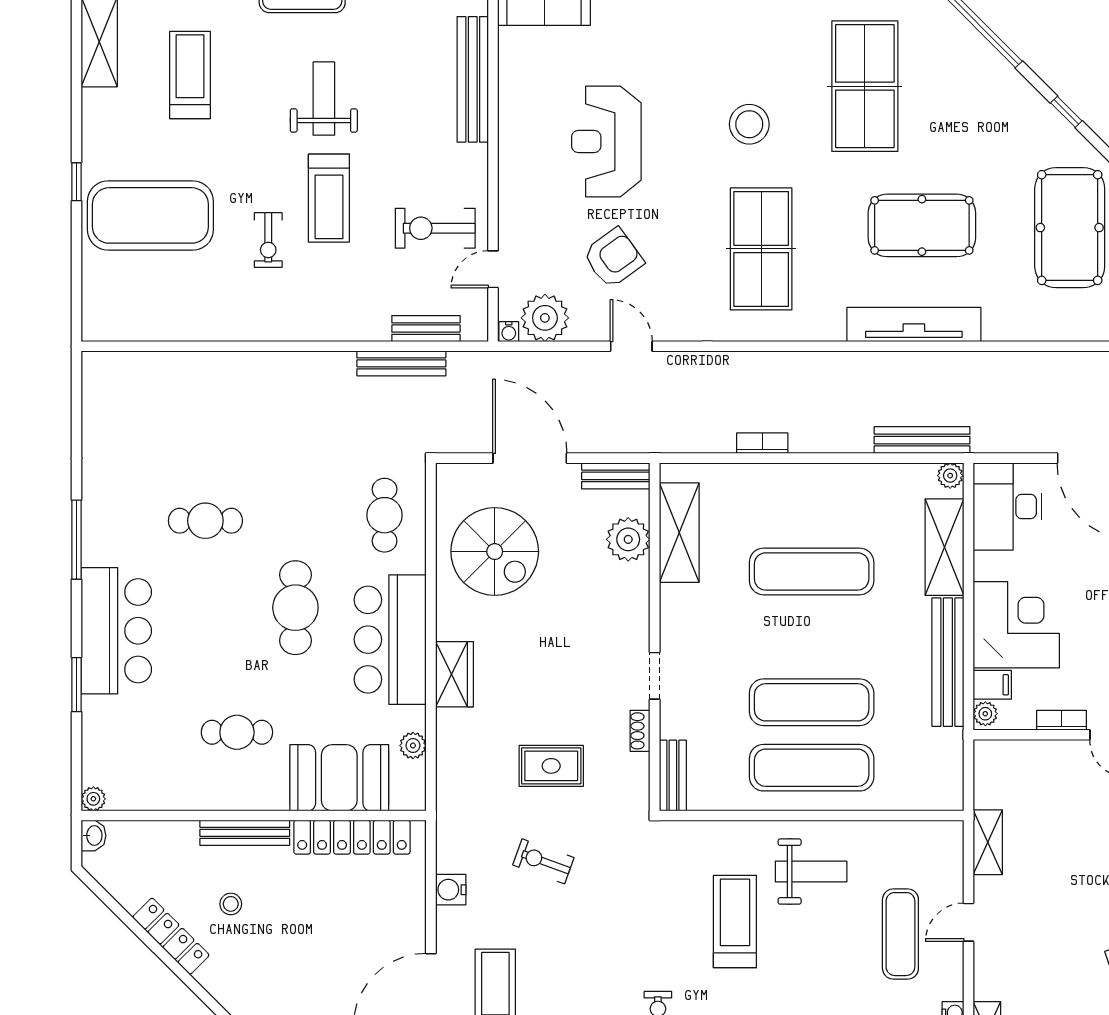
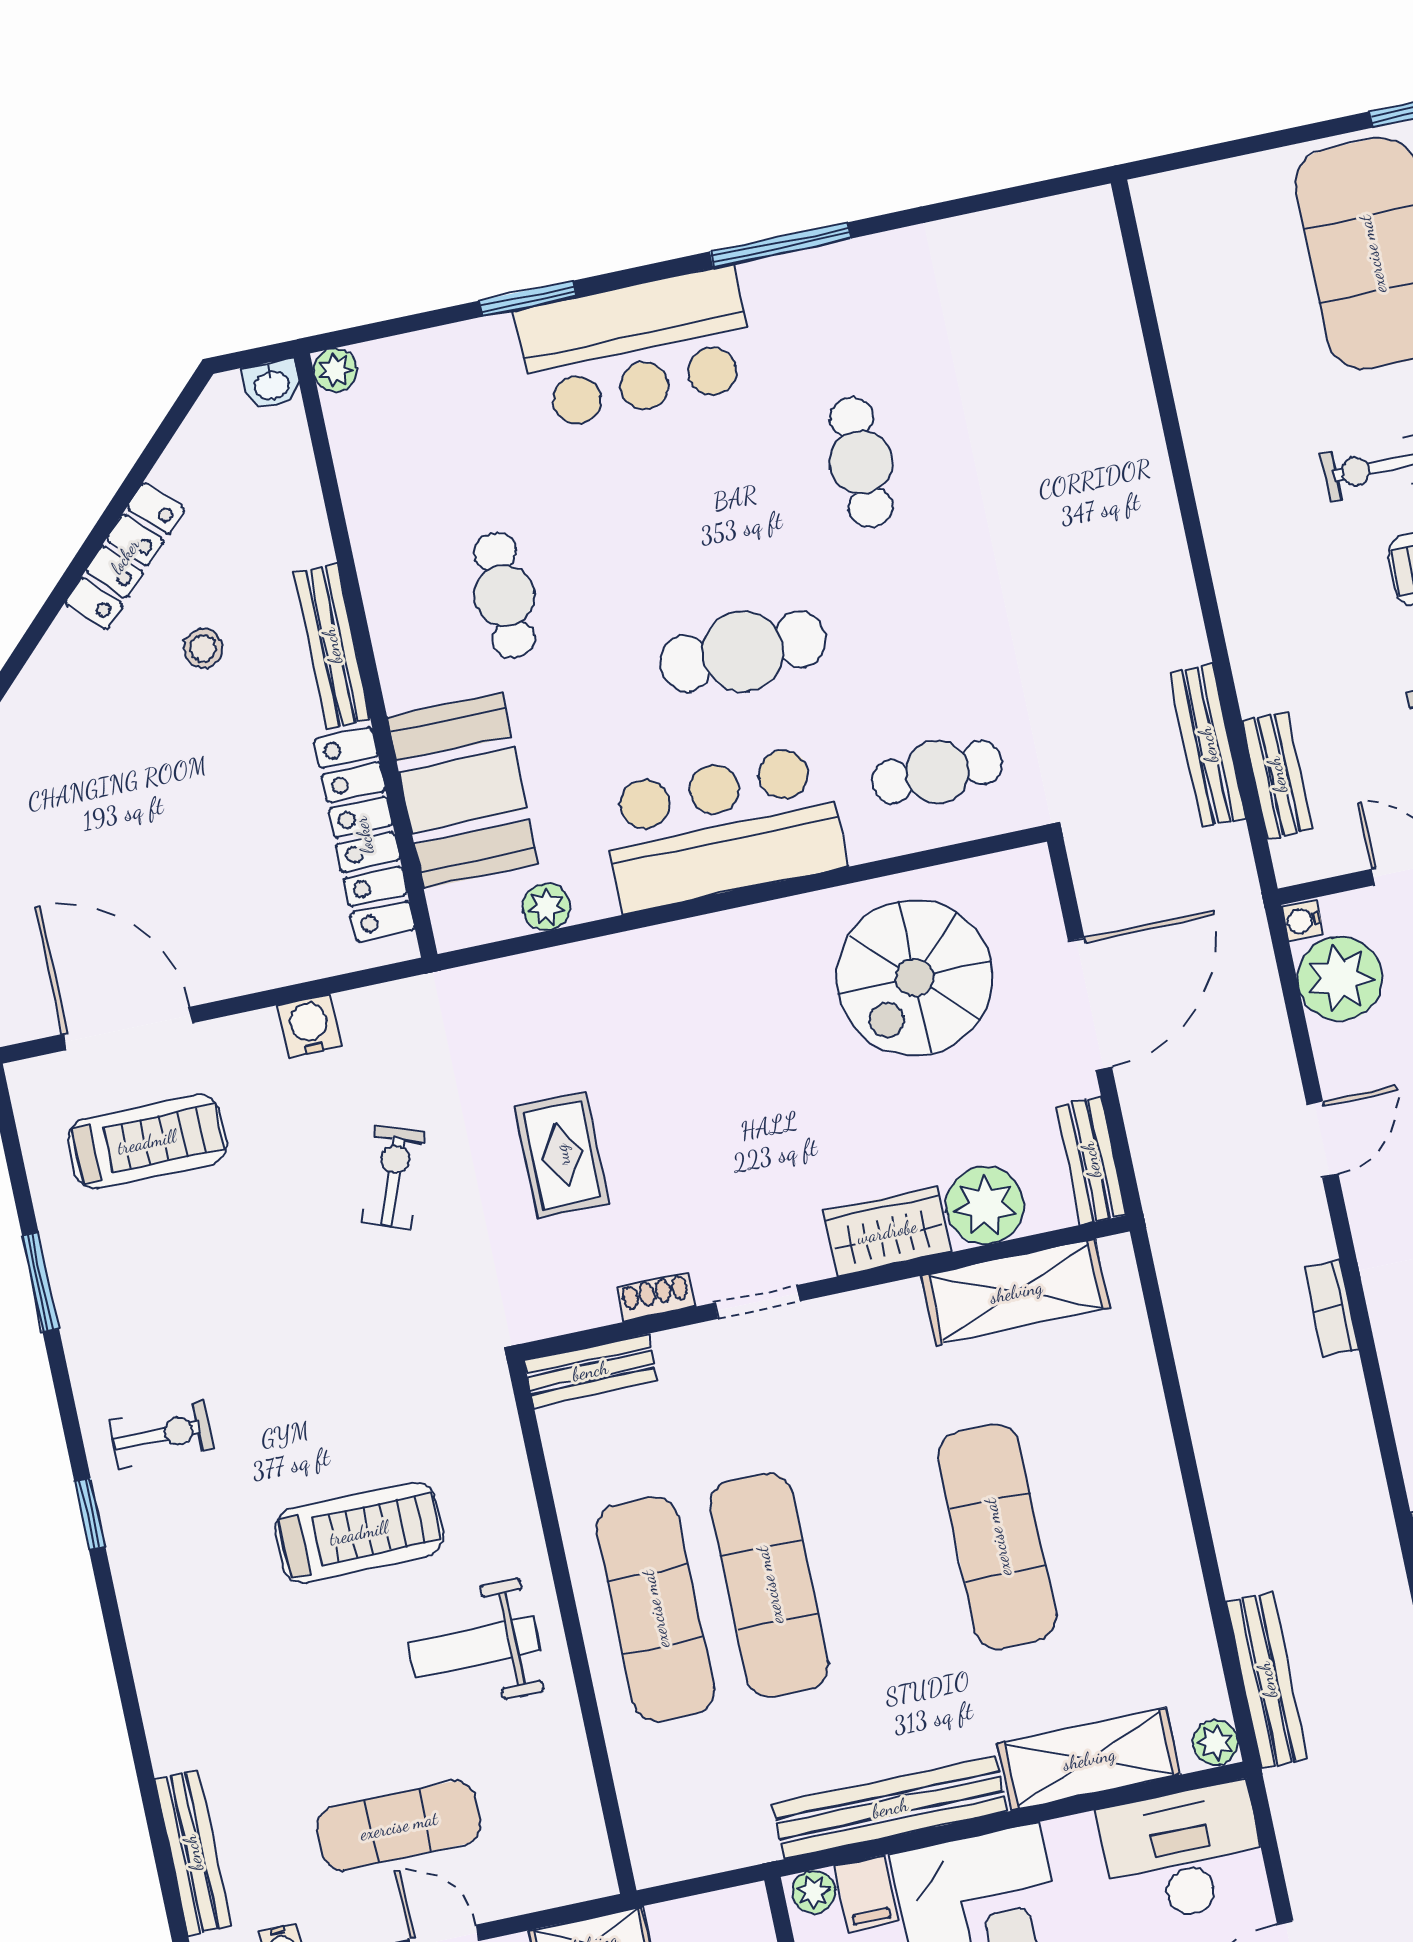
bookcase: (762, 443) -> (1331, 1308), moved, turned 180
wardrobe: (454, 674) -> (887, 1232), moved, turned 180
weight bench: (811, 872) -> (474, 1647), turned 90

